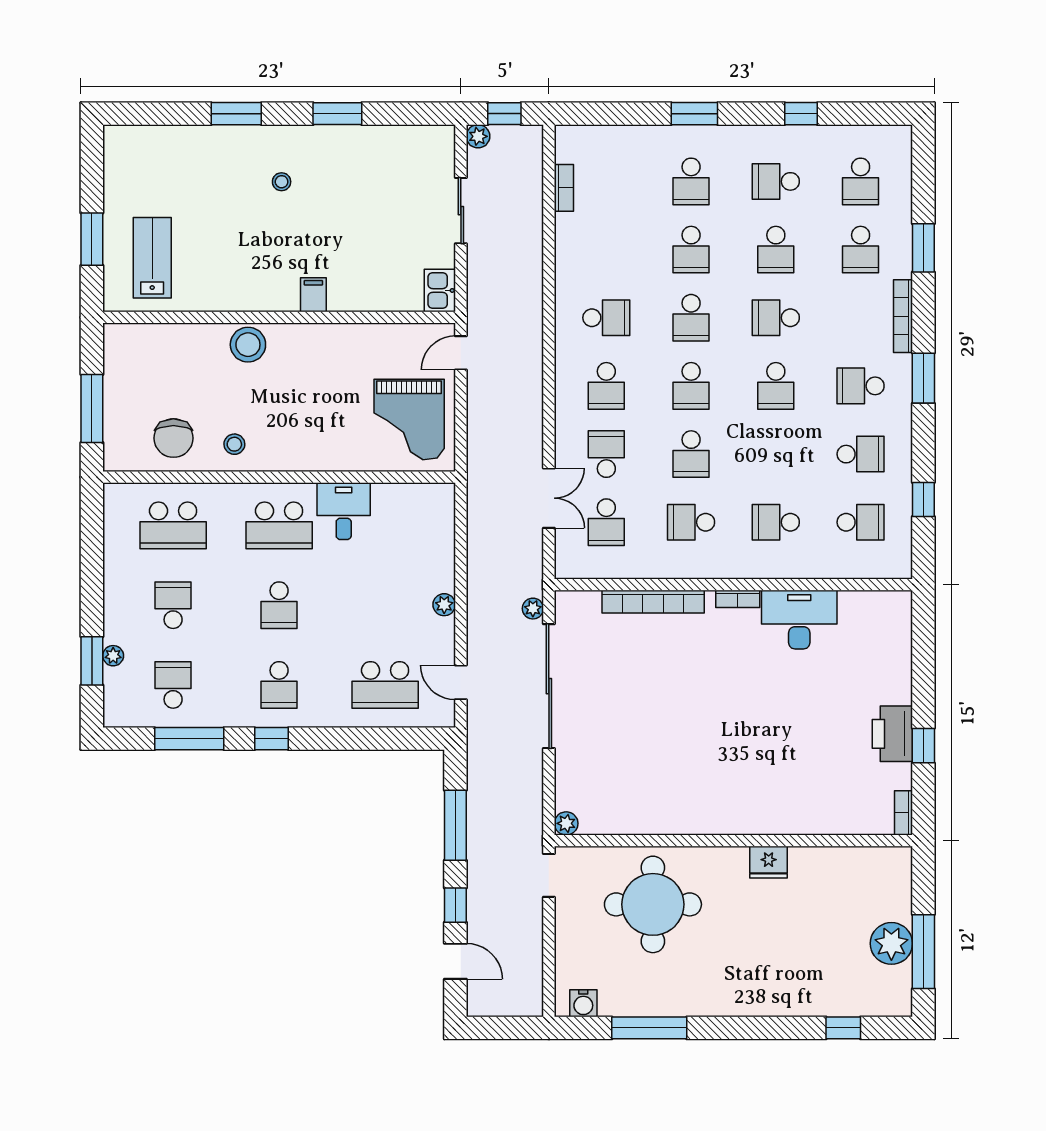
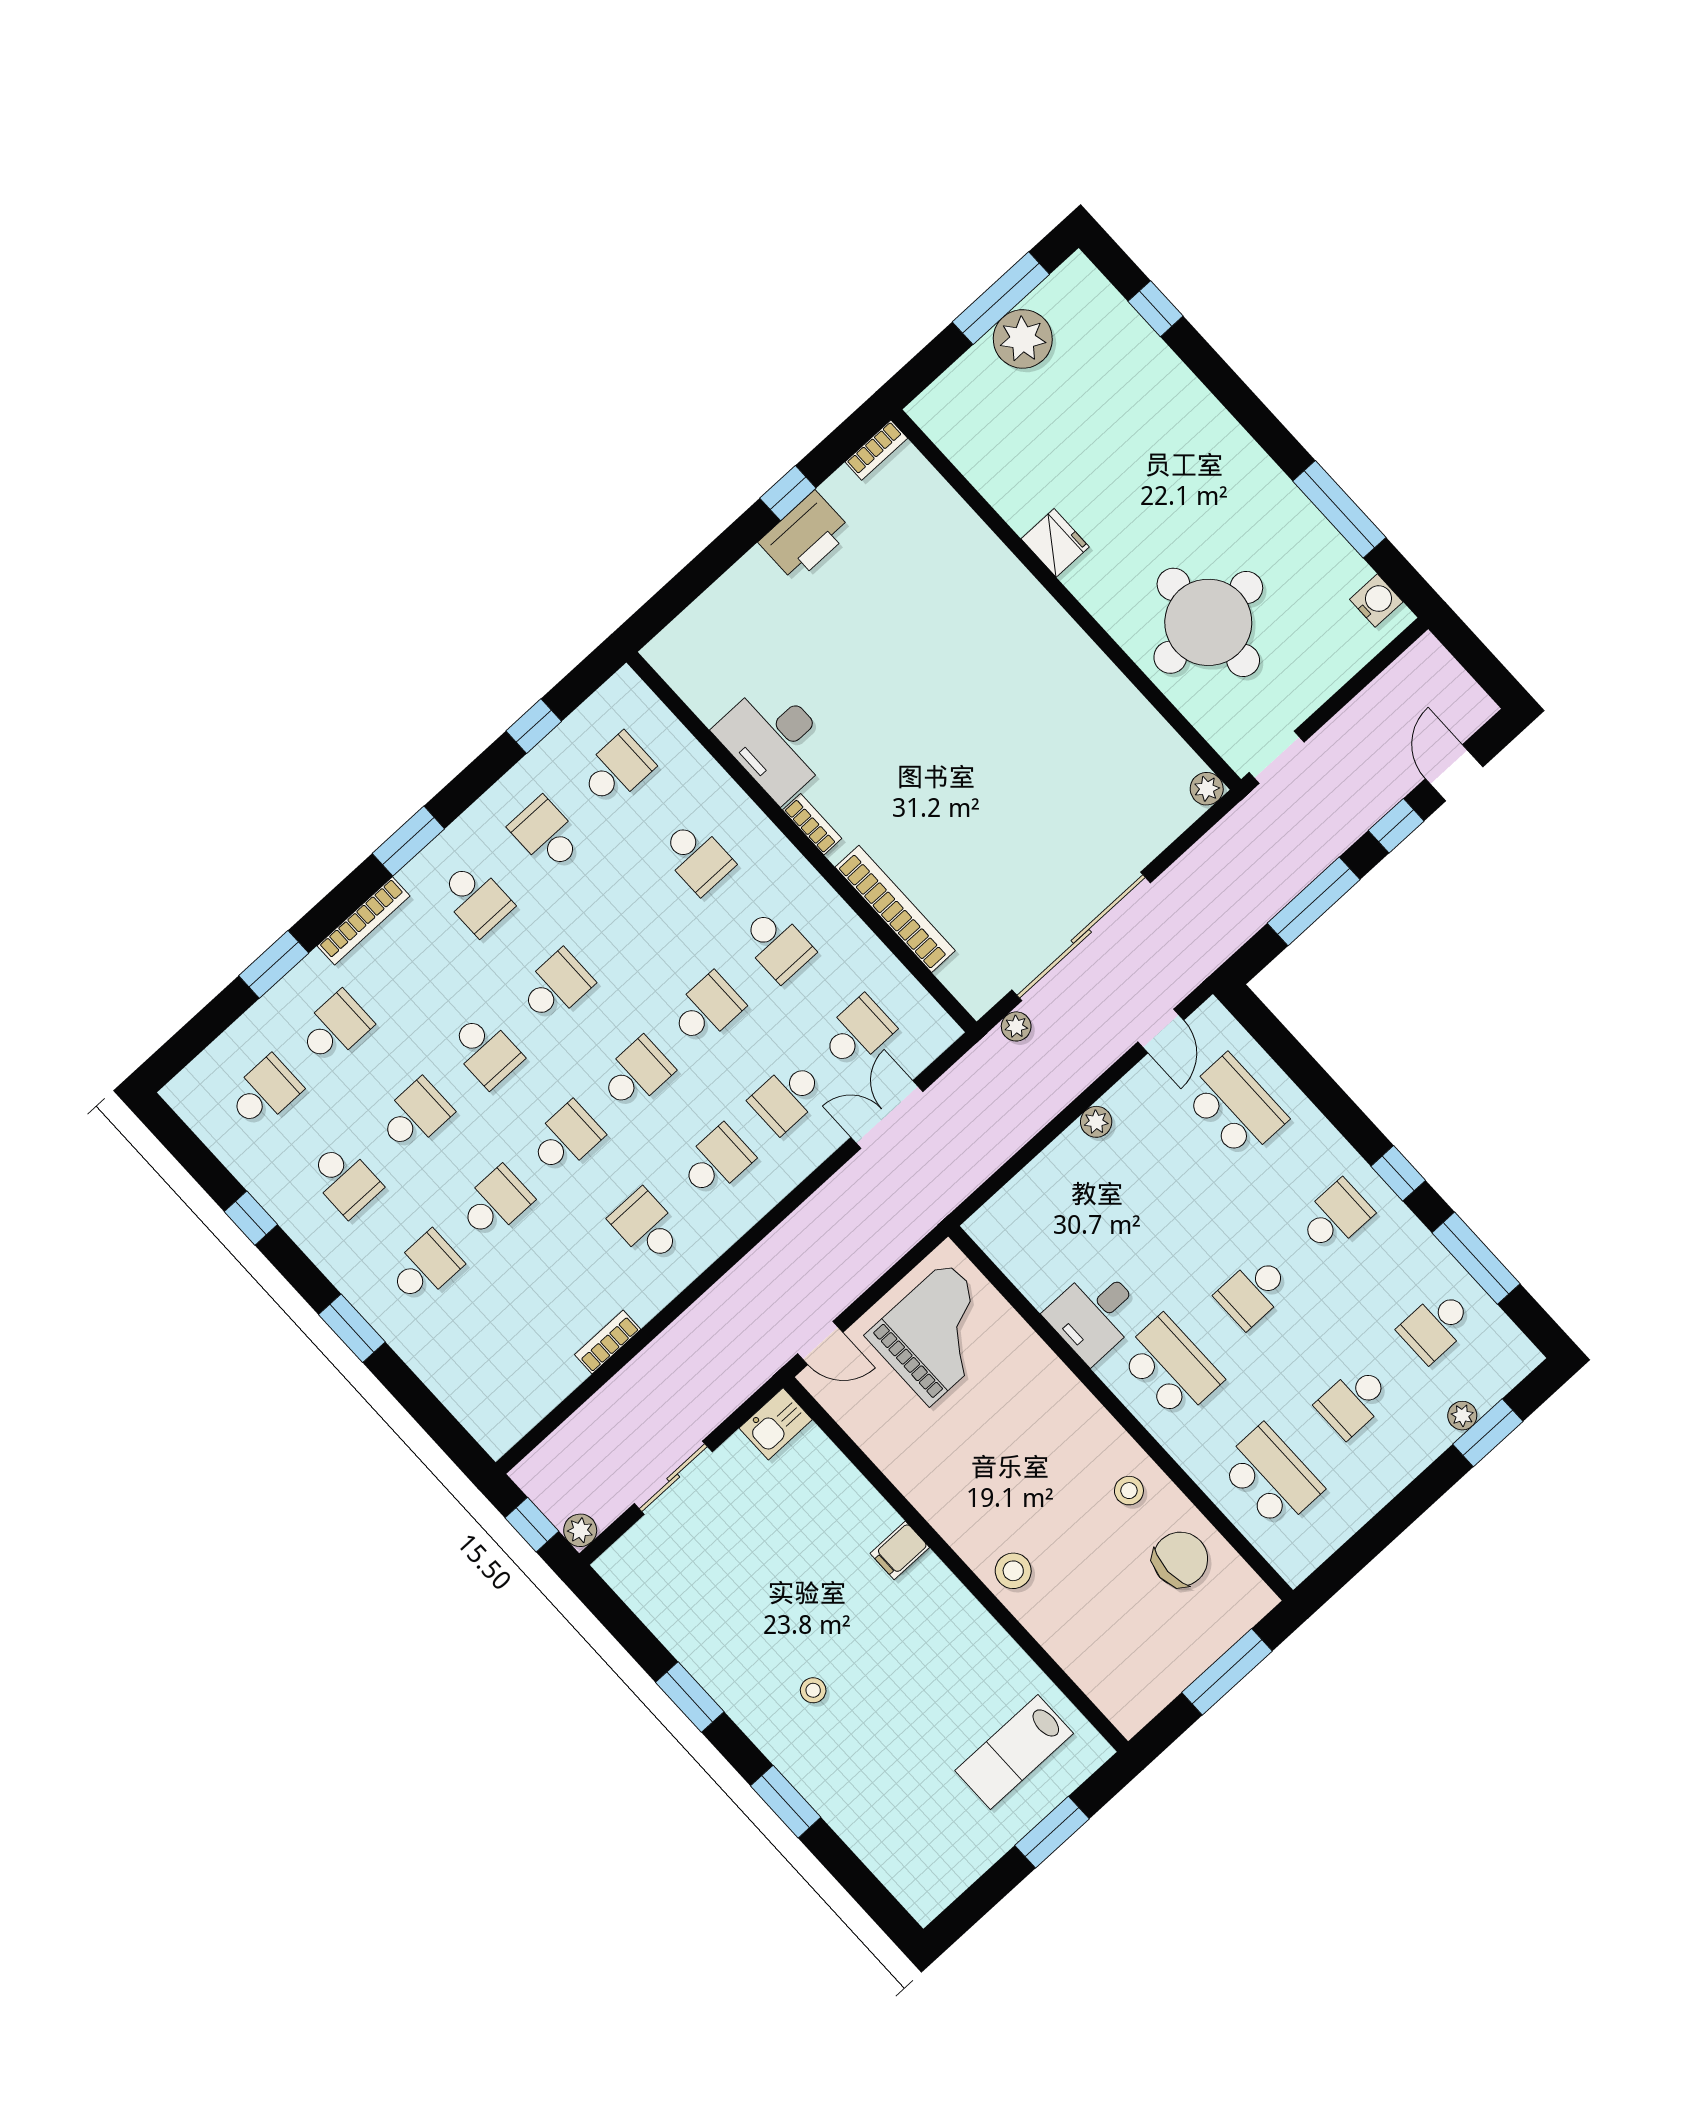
bookcase: (564, 188) -> (608, 1342), moved
stool: (248, 345) -> (1013, 1571), width x0.73, depth x0.73
school desk: (861, 522) -> (617, 770), turned 90
school desk: (279, 605) -> (1253, 1292), turned 180

